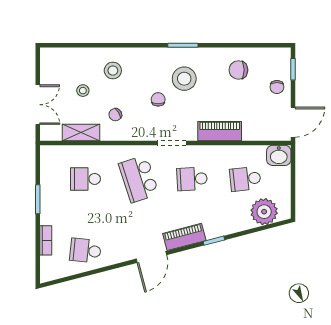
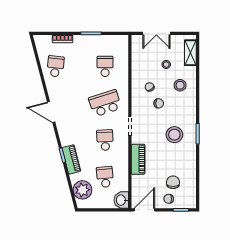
chair: (238, 70) -> (173, 182), moved
chair: (158, 99) -> (159, 103), moved
door: (293, 122) -> (144, 210), swing flipped
shelving: (81, 133) -> (190, 53), moved
piano: (184, 237) -> (71, 159), moved

